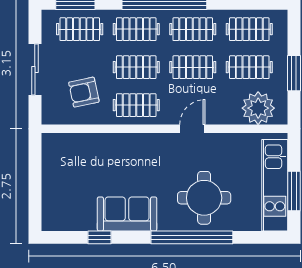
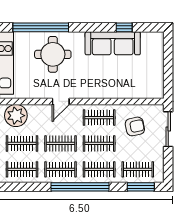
sliding door: (35, 70) -> (168, 129), moved
sofa: (127, 214) -> (113, 43), width x1.36
window: (192, 237) -> (41, 27), moved

